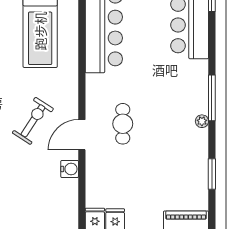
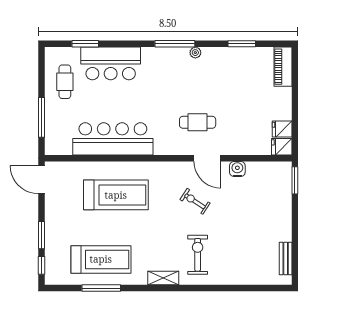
exercise bike: (33, 121) -> (195, 201), width x0.73, depth x0.72

